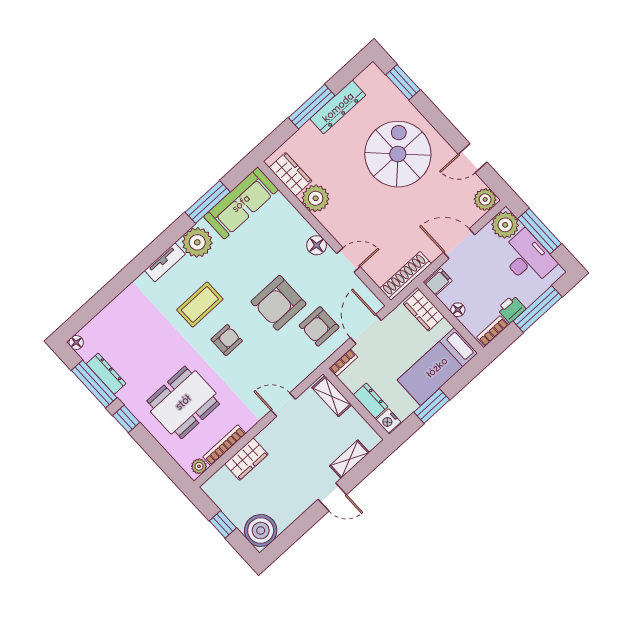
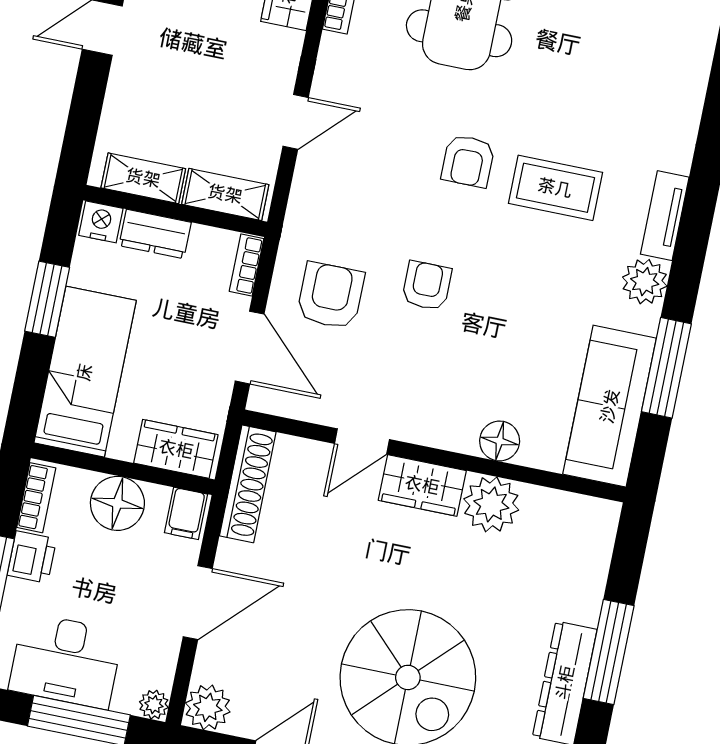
wardrobe: (290, 174) -> (422, 485), moved
plant: (505, 225) -> (154, 705), width x0.53, depth x0.53
plant: (197, 242) -> (645, 282), width x0.73, depth x0.73
floor lamp: (317, 245) -> (500, 441), moved
armchair: (278, 303) -> (427, 286), width x0.53, depth x0.53
coffee table: (200, 304) -> (555, 188), turned 90
floor lamp: (458, 310) -> (117, 503), width x1.89, depth x1.89
shelving: (350, 459) -> (143, 178), moved, turned 90

